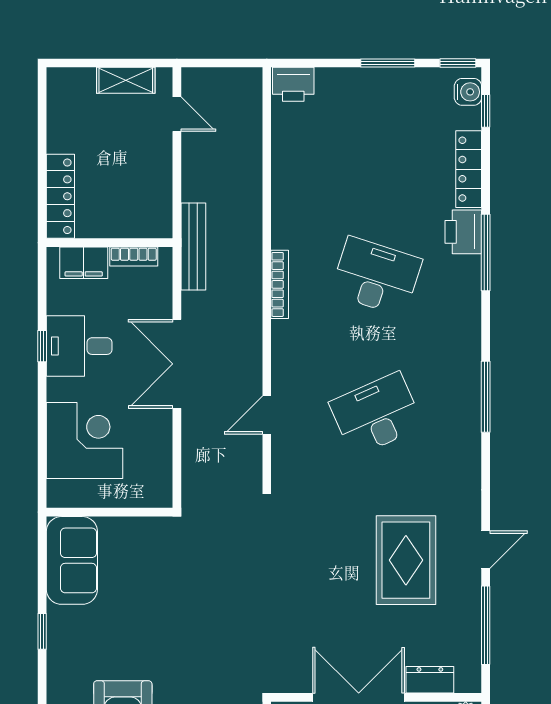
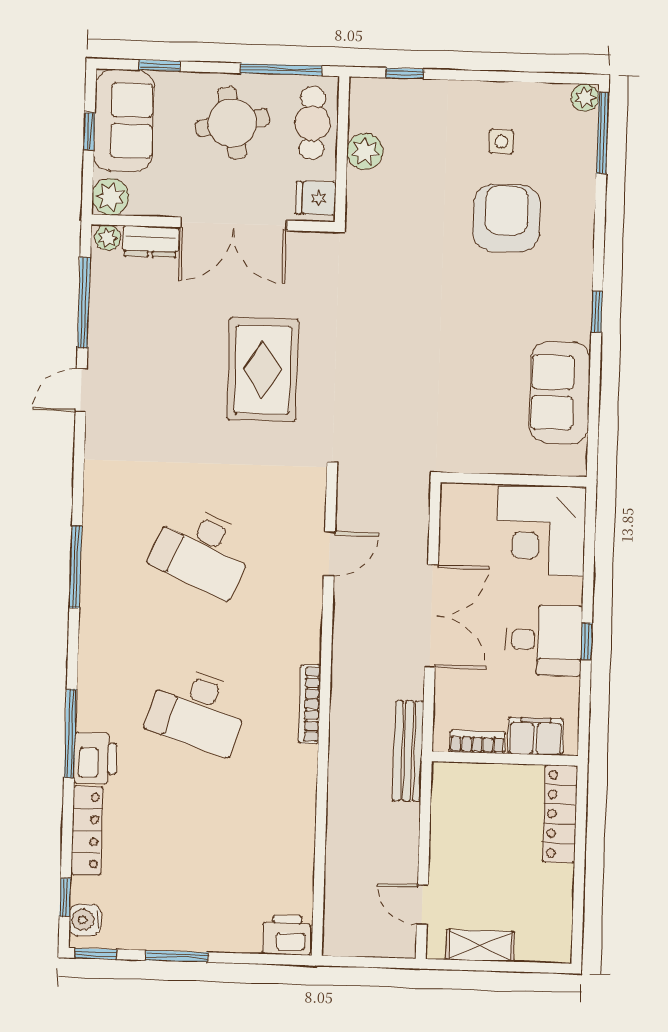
desk: (376, 414) -> (203, 551), turned 48
wall: (110, 512) -> (514, 480), moved
rug: (406, 560) -> (263, 369), moved
plant: (467, 682) -> (108, 238), added

